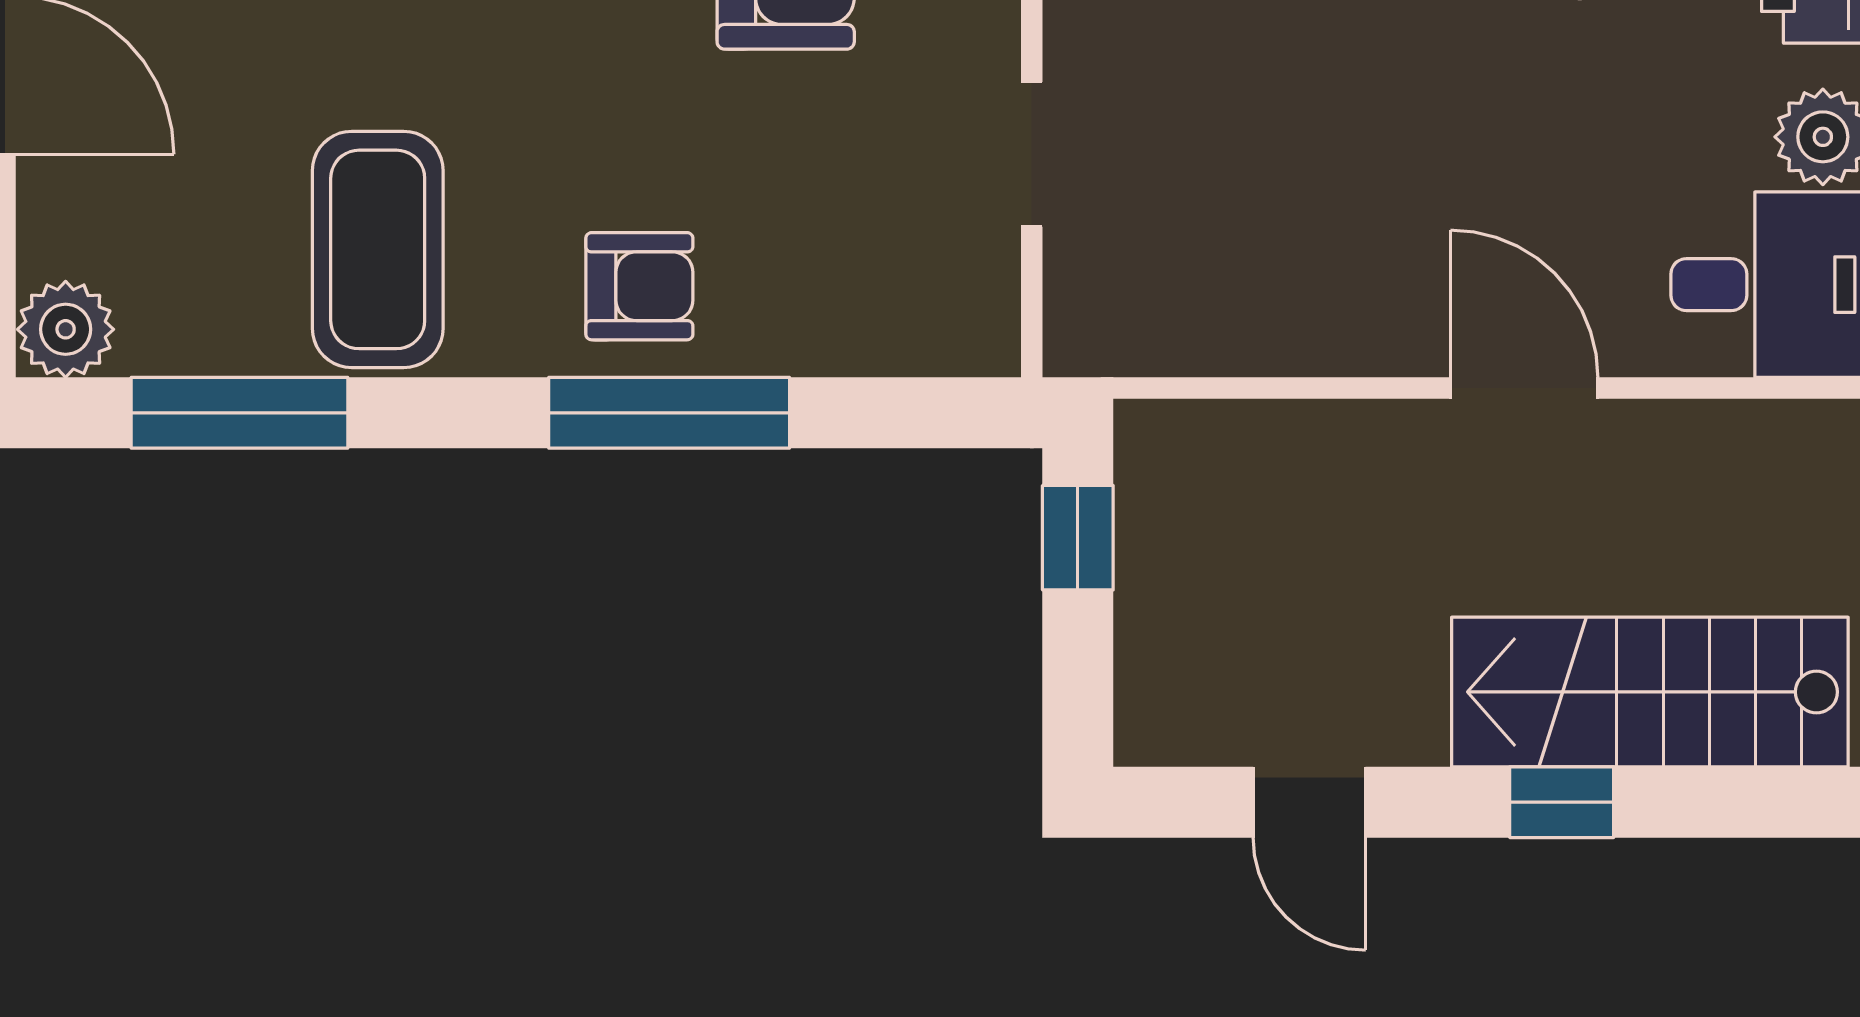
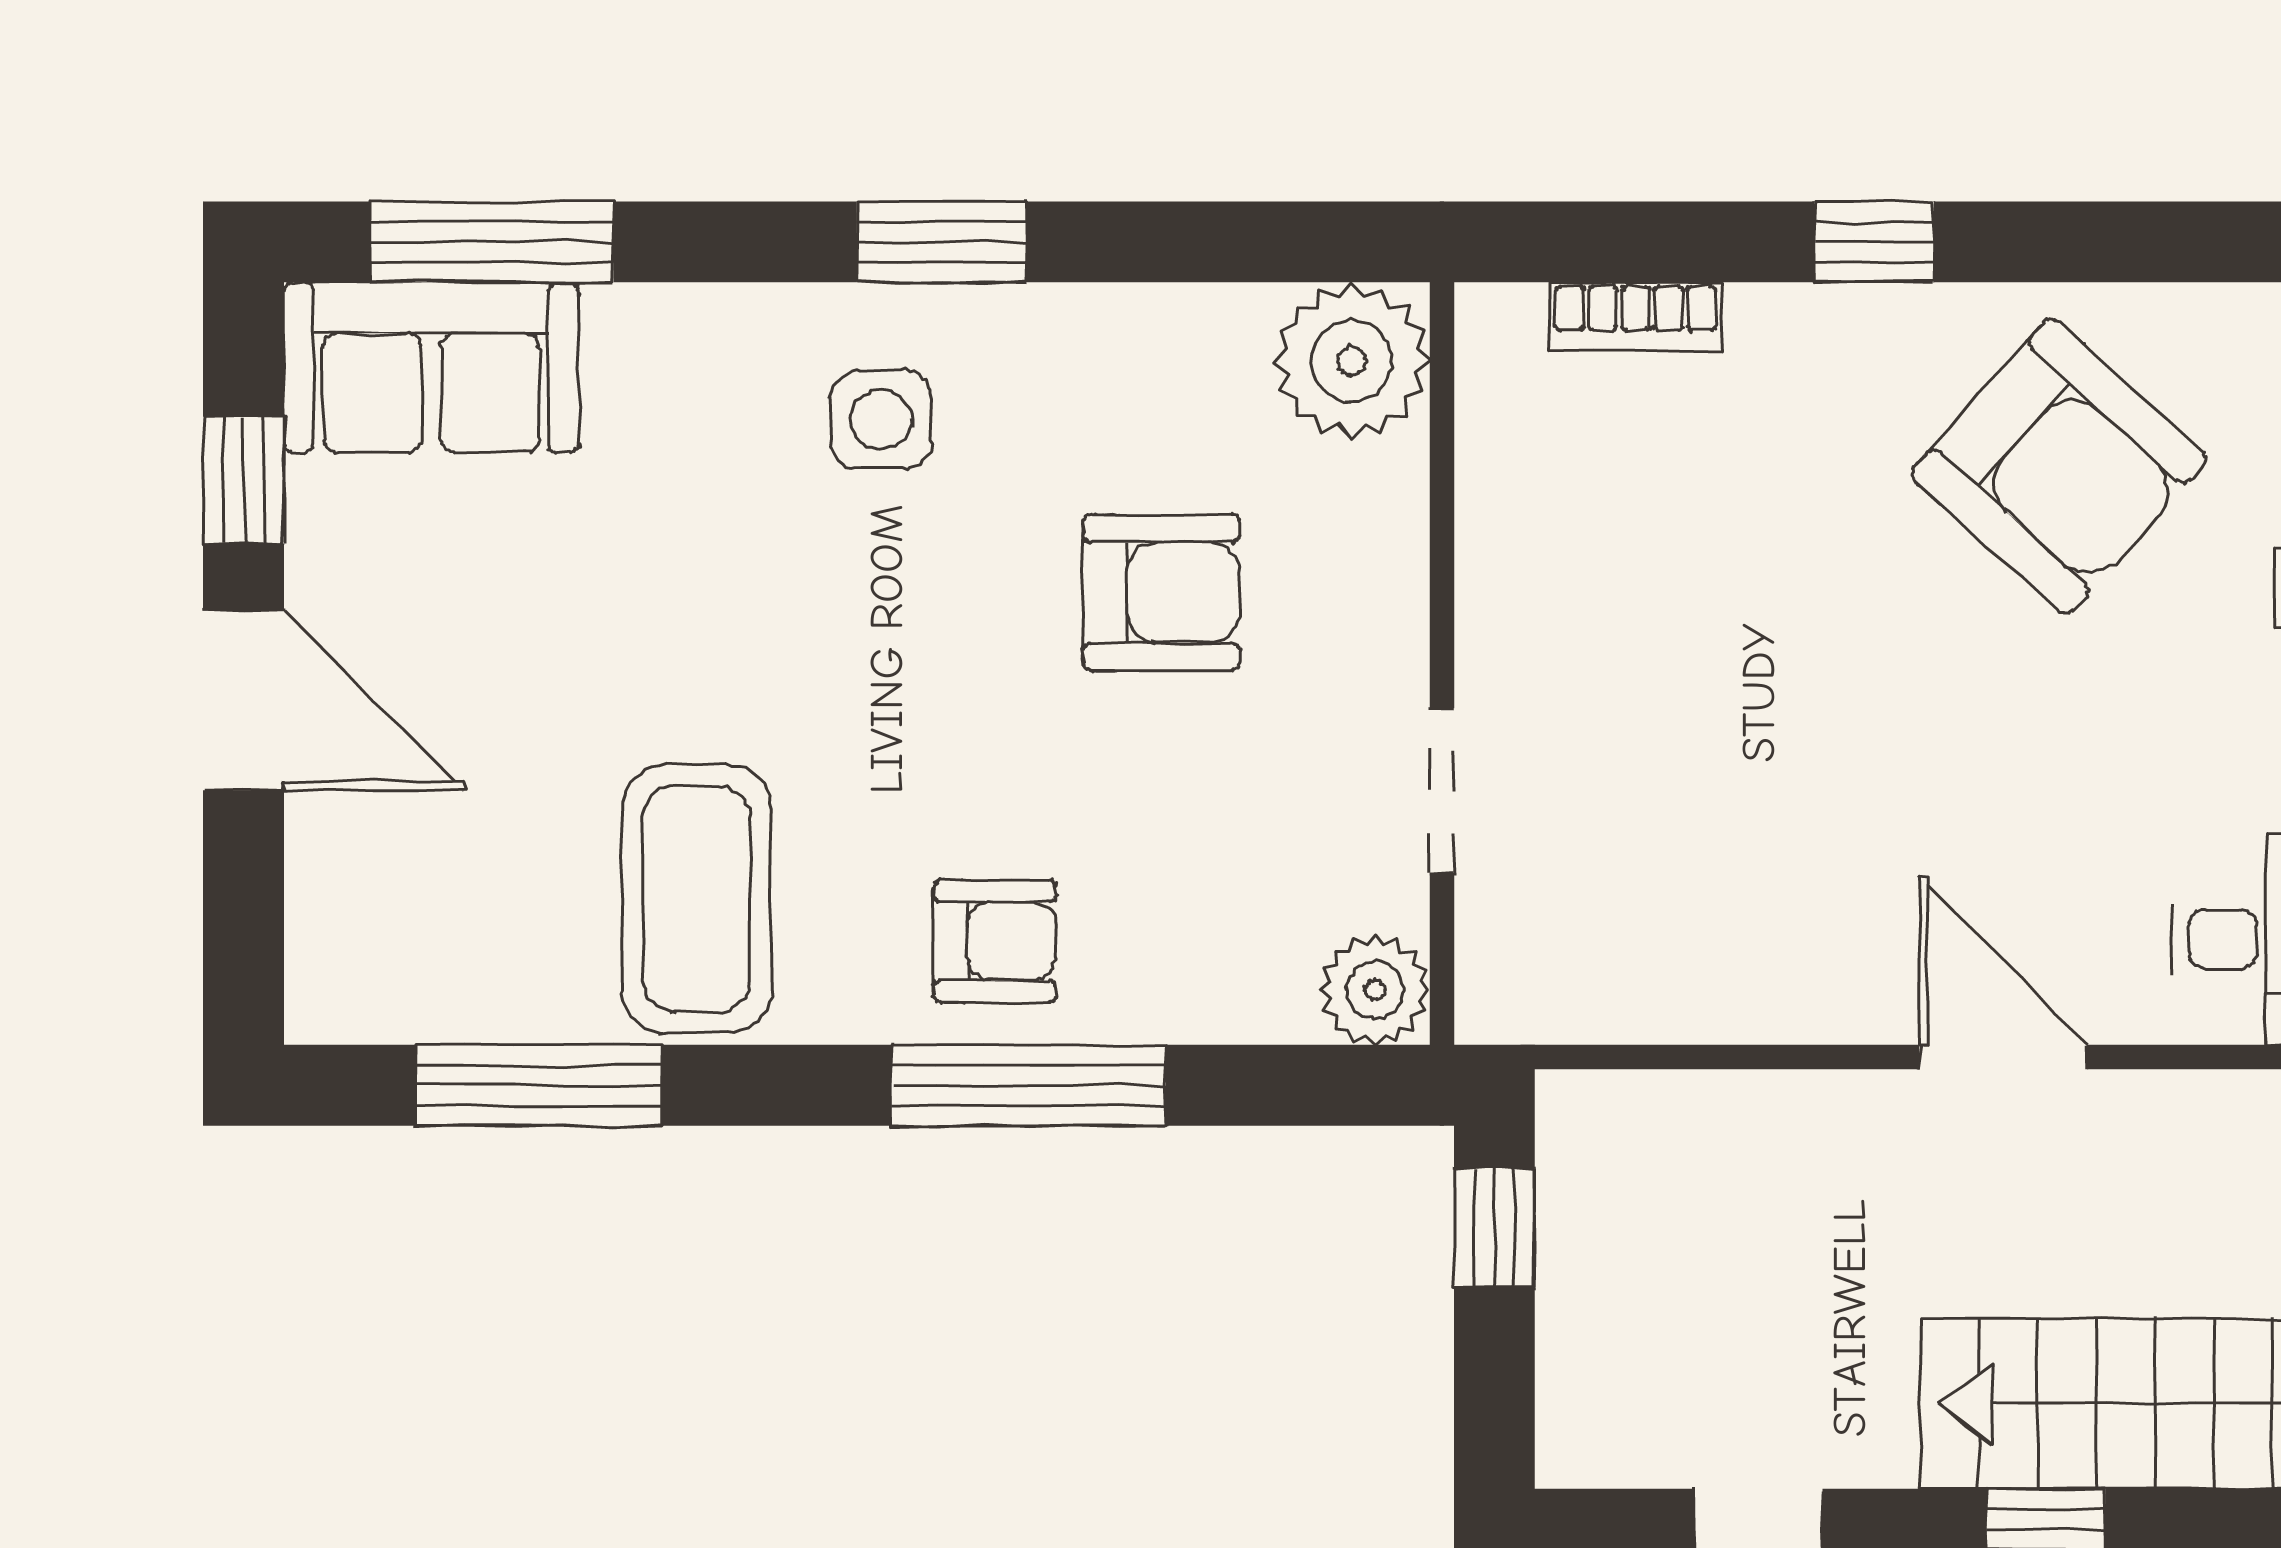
plant: (66, 329) -> (1375, 990), moved

